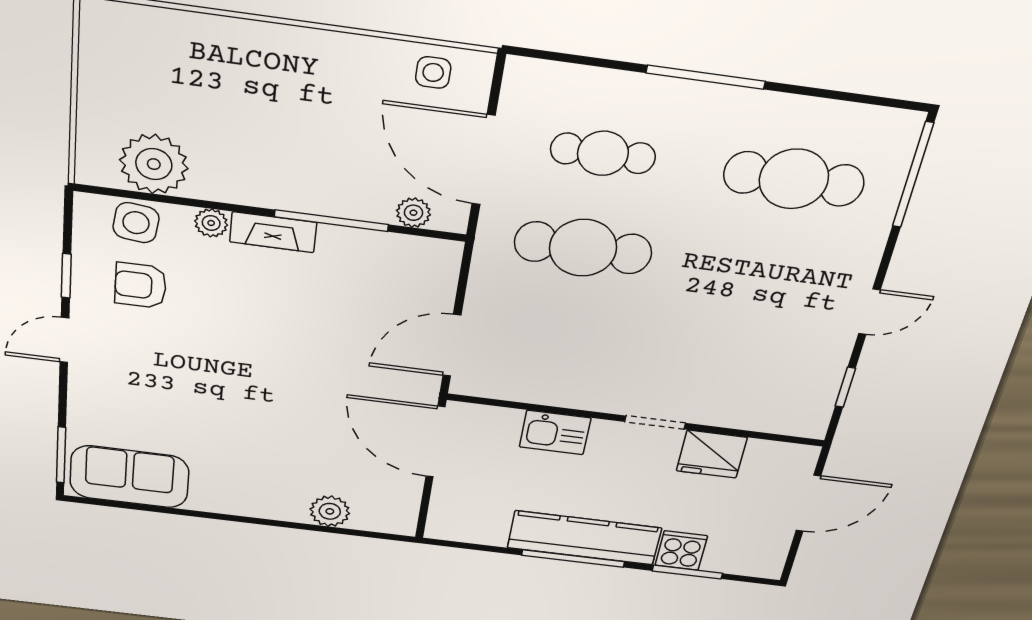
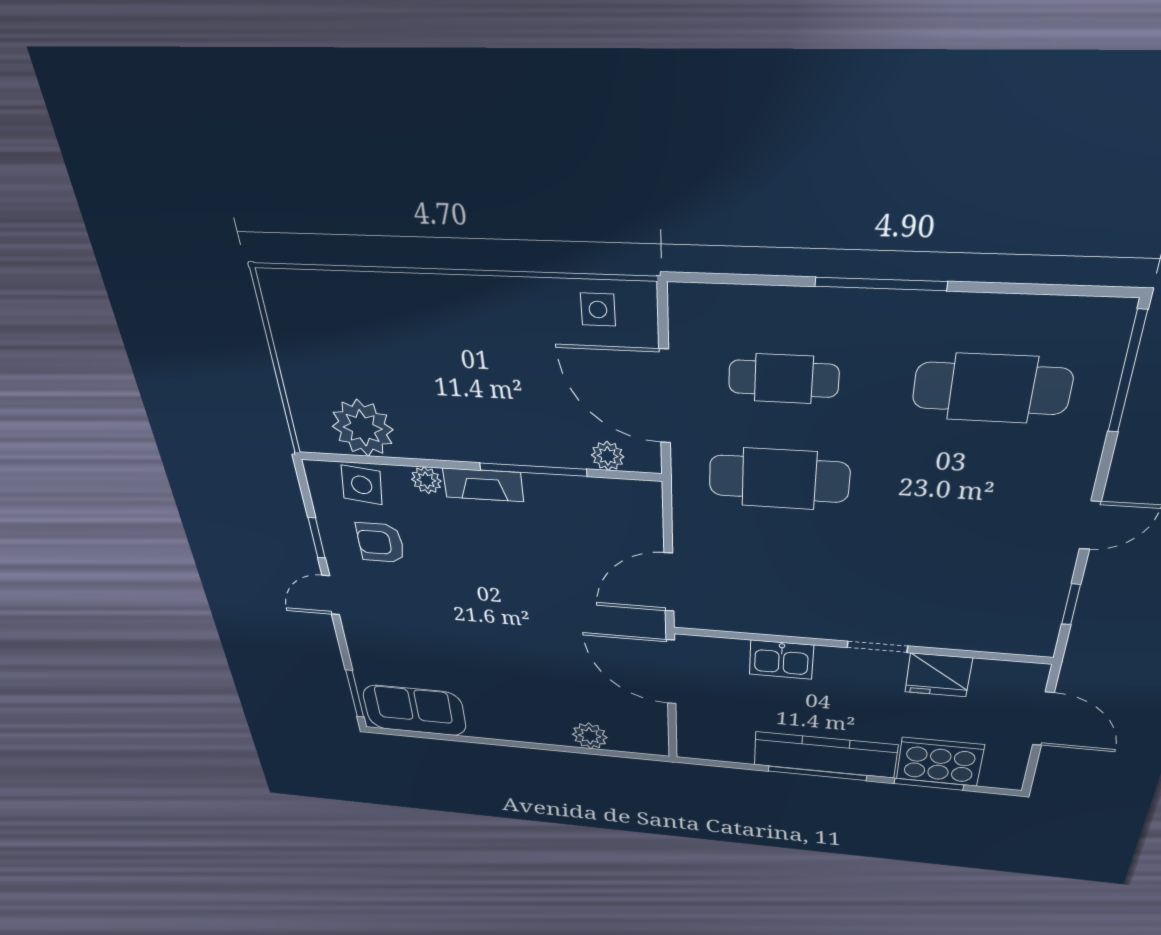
door: (808, 503) -> (1043, 719), hinge flipped
cooker: (681, 551) -> (940, 762), width x1.87, depth x1.31

